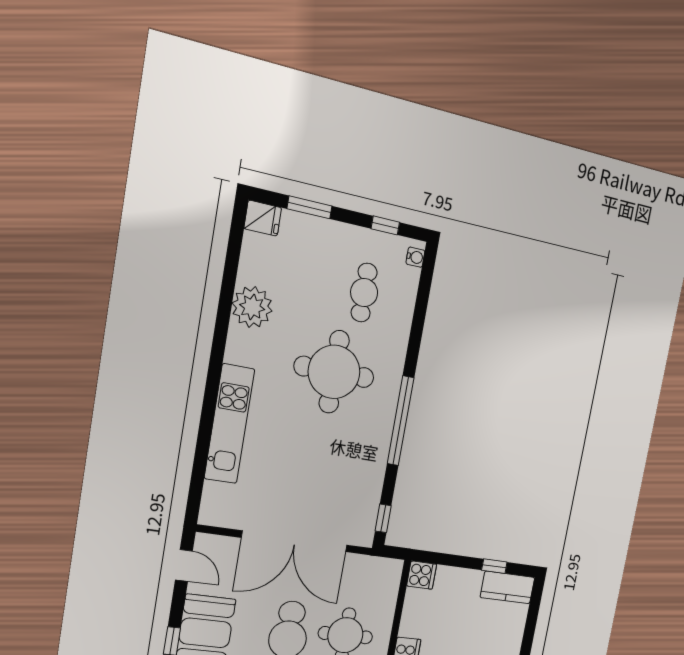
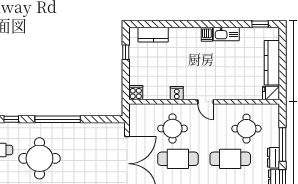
window: (383, 518) -> (11, 119), moved
kitchen counter: (507, 587) -> (153, 35), moved, turned 90

